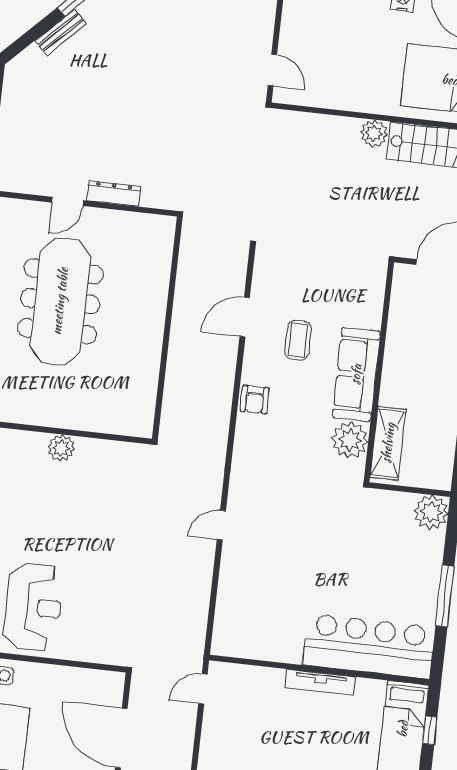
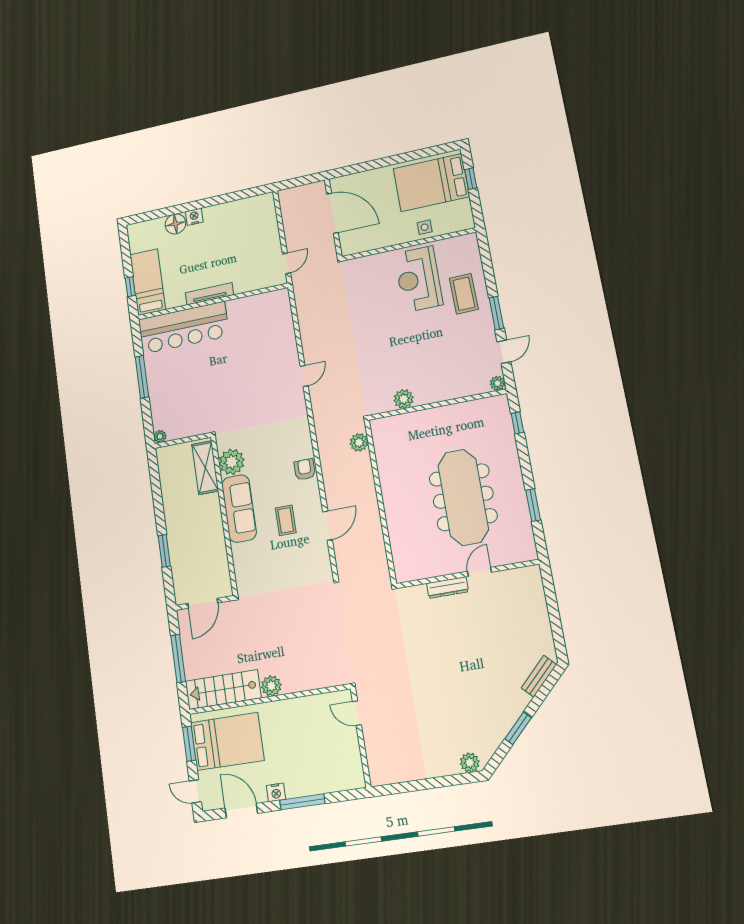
bench: (61, 32) -> (539, 676), moved
plant: (173, 413) -> (359, 442), added
plant: (61, 448) -> (404, 399), moved
plant: (431, 512) -> (160, 436), width x0.53, depth x0.53

